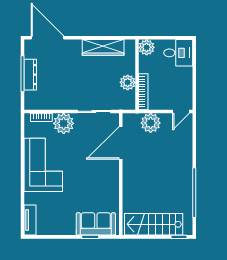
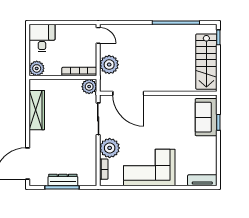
plant: (128, 82) -> (89, 87), moved

